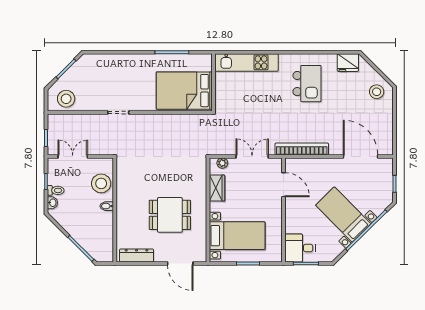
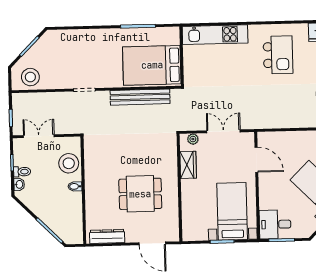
bench: (172, 121) -> (140, 97), added
bookcase: (302, 149) -> (274, 122), removed
bed with nightstands: (237, 236) -> (232, 211), moved, turned -90

